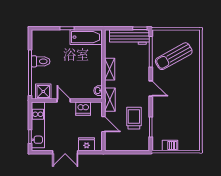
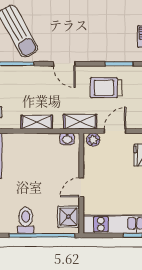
door: (151, 88) -> (64, 64), swing flipped
dishwasher: (83, 109) -> (93, 160), removed
plant: (97, 109) -> (93, 140), added

